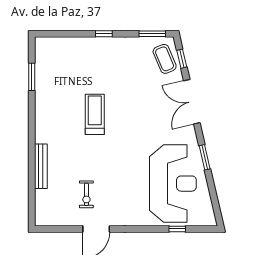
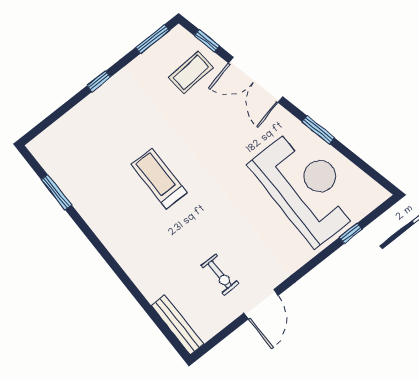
coffee table: (165, 59) -> (191, 72), moved, turned -71
bench: (41, 166) -> (178, 325), moved

